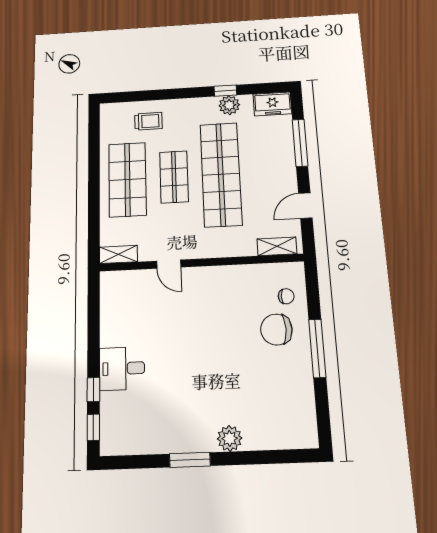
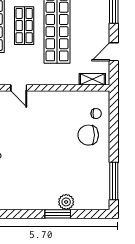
window: (317, 348) -> (114, 181), moved
plant: (230, 438) -> (66, 202), moved
window: (190, 460) -> (58, 214), moved

